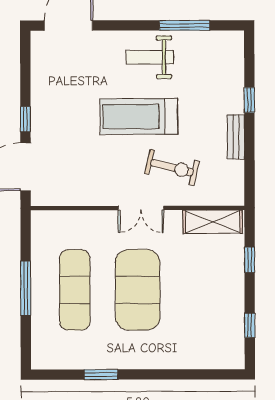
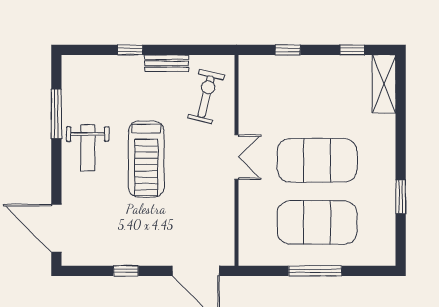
window: (25, 119) -> (126, 271), moved
exercise bike: (172, 167) -> (206, 97), moved
shelving: (213, 222) -> (384, 84), moved
exercise mat: (75, 290) -> (317, 222), width x1.47

